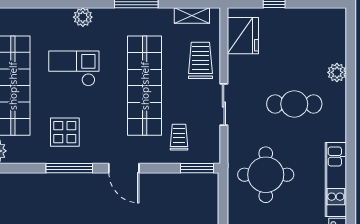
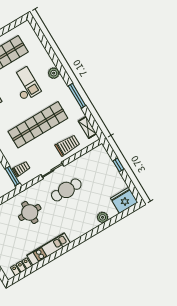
fridge: (243, 36) -> (124, 200), moved, turned 180
cafe table: (294, 104) -> (66, 190), moved, turned 90
trolley: (179, 137) -> (21, 169), moved
round table: (266, 175) -> (30, 212), width x0.73, depth x0.73

